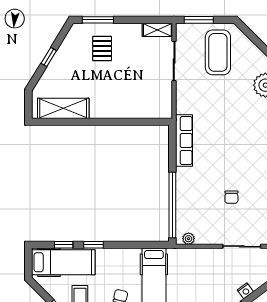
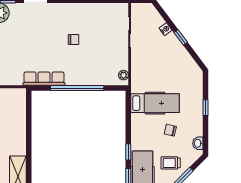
chair: (231, 197) -> (74, 40), moved
window: (172, 205) -> (77, 88), moved

